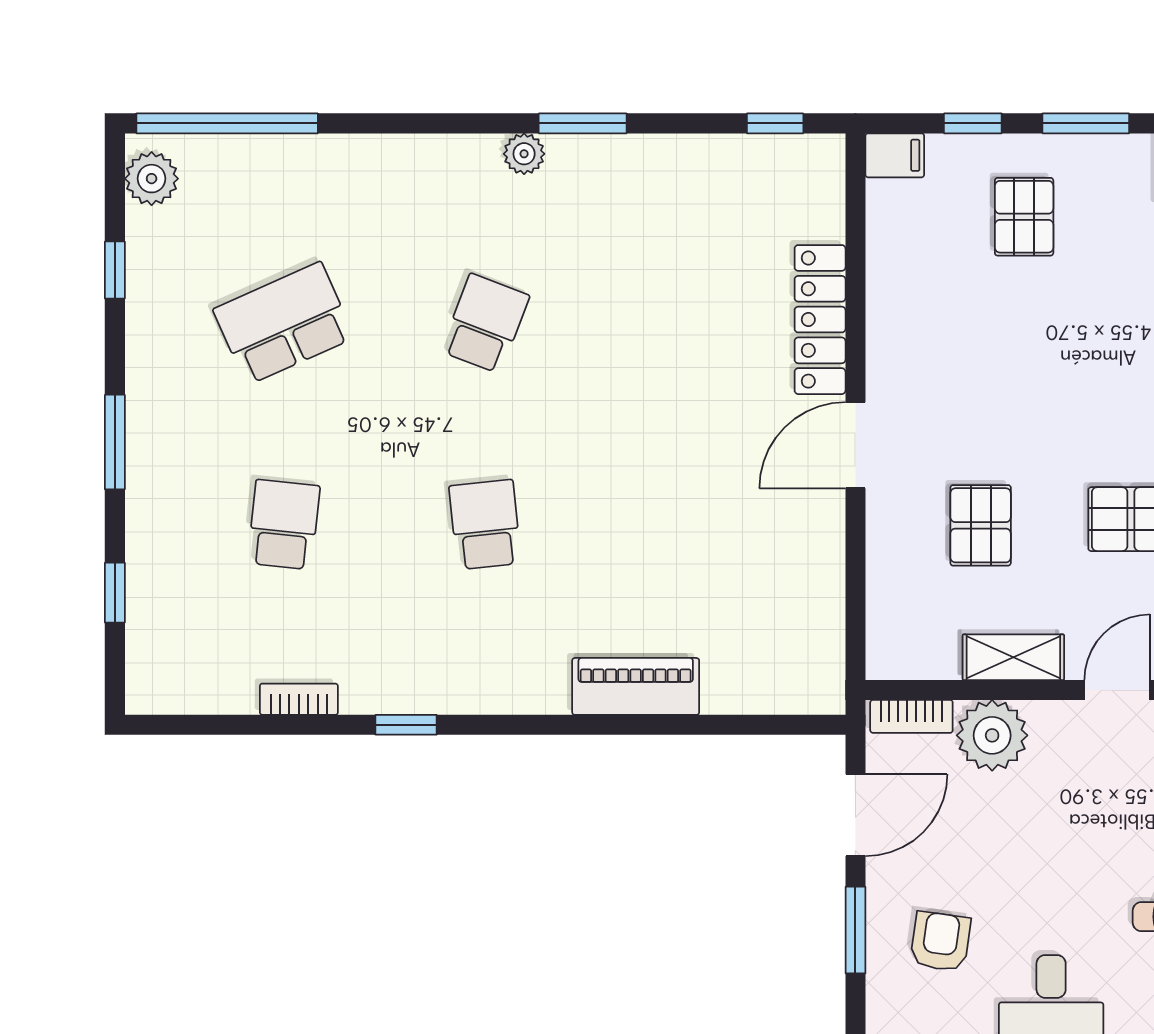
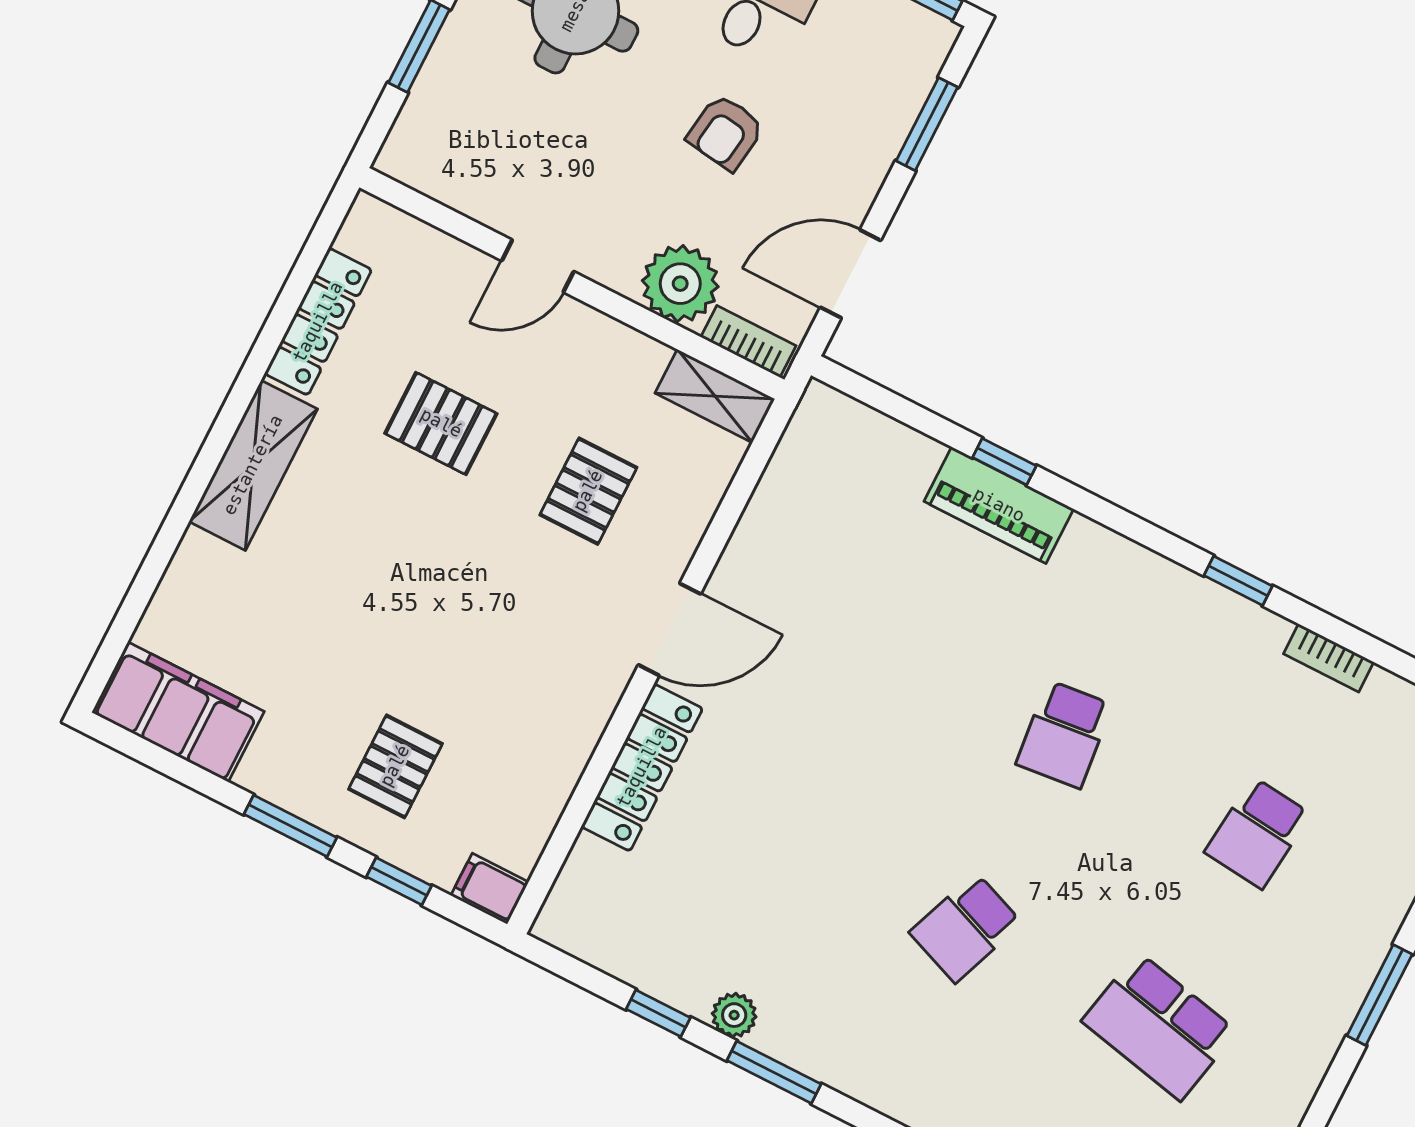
window: (775, 123) -> (658, 1013), moved
plant: (524, 154) -> (734, 1015), moved
school desk: (284, 323) -> (1159, 1026), turned 36
shelving: (1013, 657) -> (715, 396), moved
window: (649, 725) -> (1004, 462), added
window: (855, 930) -> (927, 124), moved
armchair: (940, 942) -> (726, 132), moved

